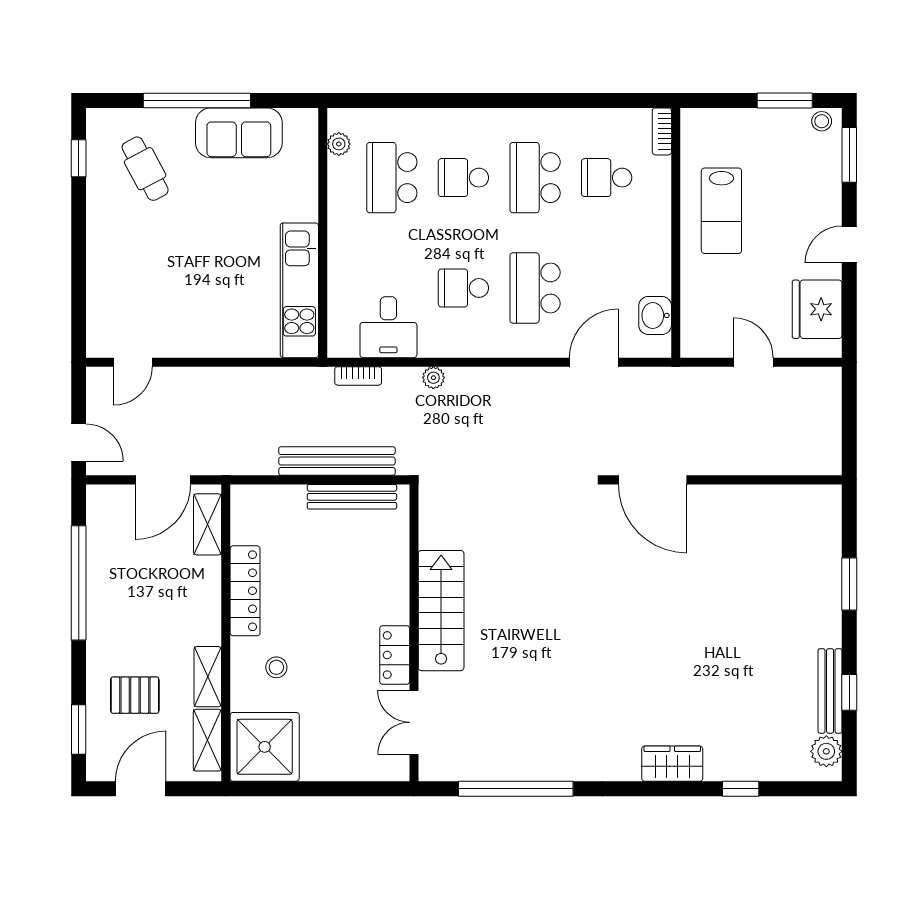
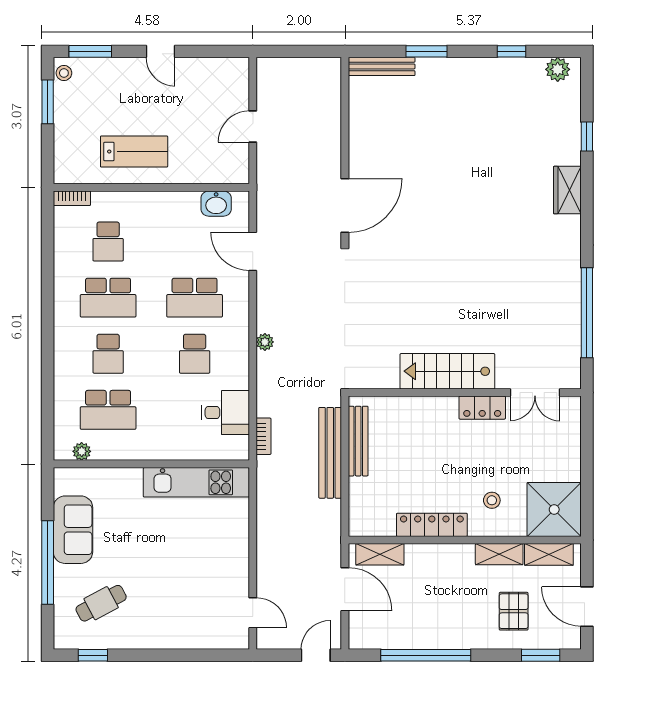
fridge: (817, 309) -> (211, 77), removed
plant: (433, 378) -> (265, 342), moved
bench: (830, 691) -> (382, 66), moved

